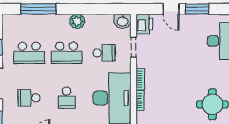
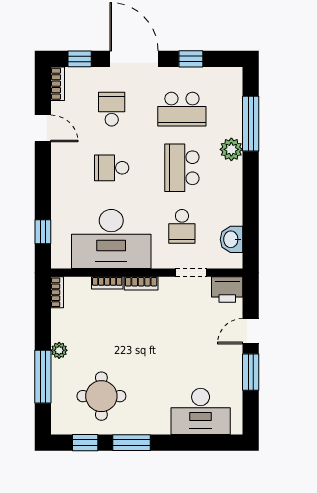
plant: (77, 21) -> (231, 149), moved
washbasin: (123, 21) -> (231, 239), moved
school desk: (29, 53) -> (182, 109), turned -90

